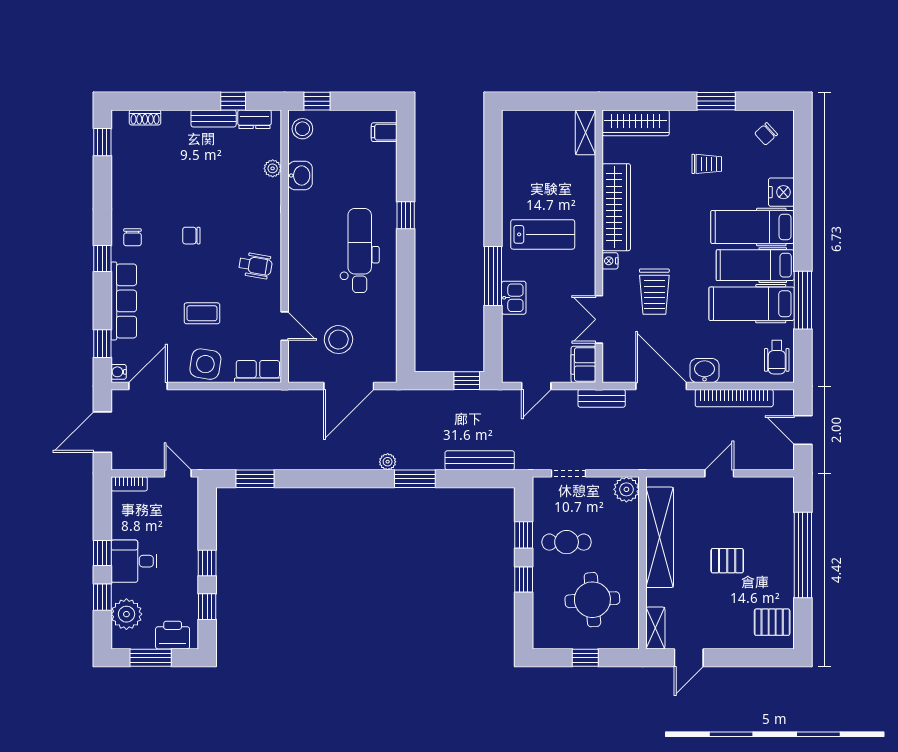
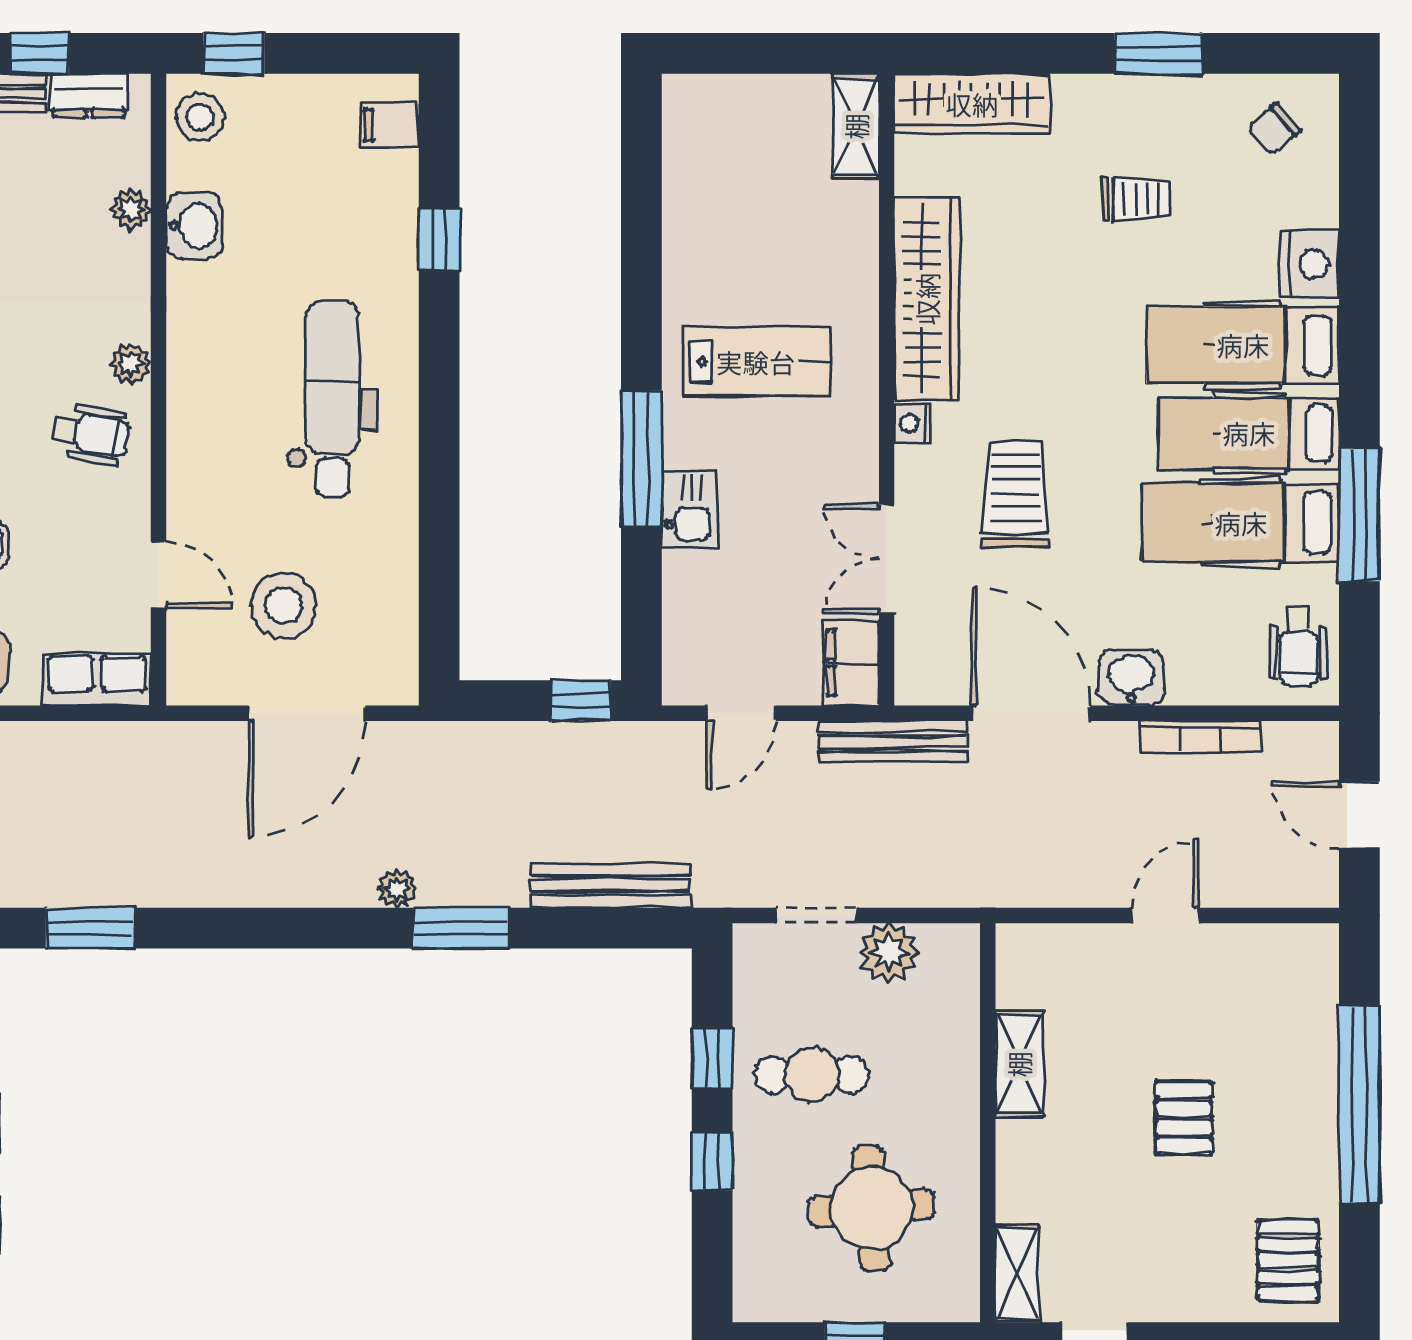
window: (406, 215) -> (439, 239), moved
plant: (272, 235) -> (130, 363), added
trolley: (654, 292) -> (1015, 495), turned 180
bench: (602, 398) -> (893, 742), width x1.36
bookcase: (734, 398) -> (1200, 736), width x0.68, depth x0.76
plant: (626, 489) -> (889, 953), moved
shelving: (660, 537) -> (1019, 1064), width x0.45, depth x0.75
pallet: (727, 561) -> (1184, 1118), turned 90
pallet: (772, 622) -> (1288, 1260), turned 90

